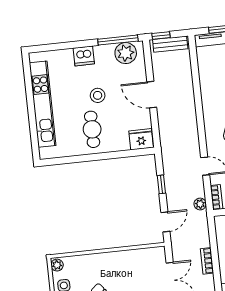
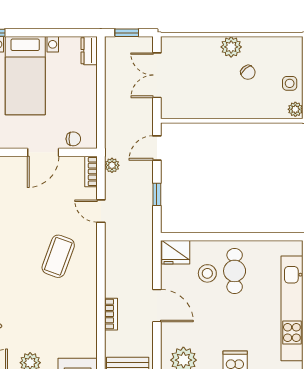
stool: (98, 95) -> (207, 273), moved
bookcase: (207, 261) -> (111, 314), moved

